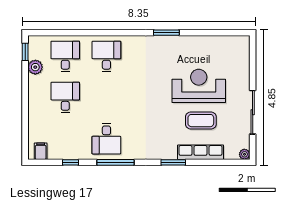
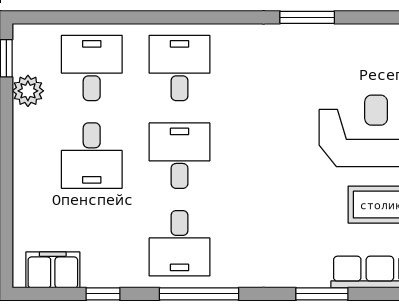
desk: (65, 98) -> (92, 156), turned 180
desk: (106, 98) -> (179, 156), added
filing cabinet: (41, 151) -> (53, 270), width x2.00

